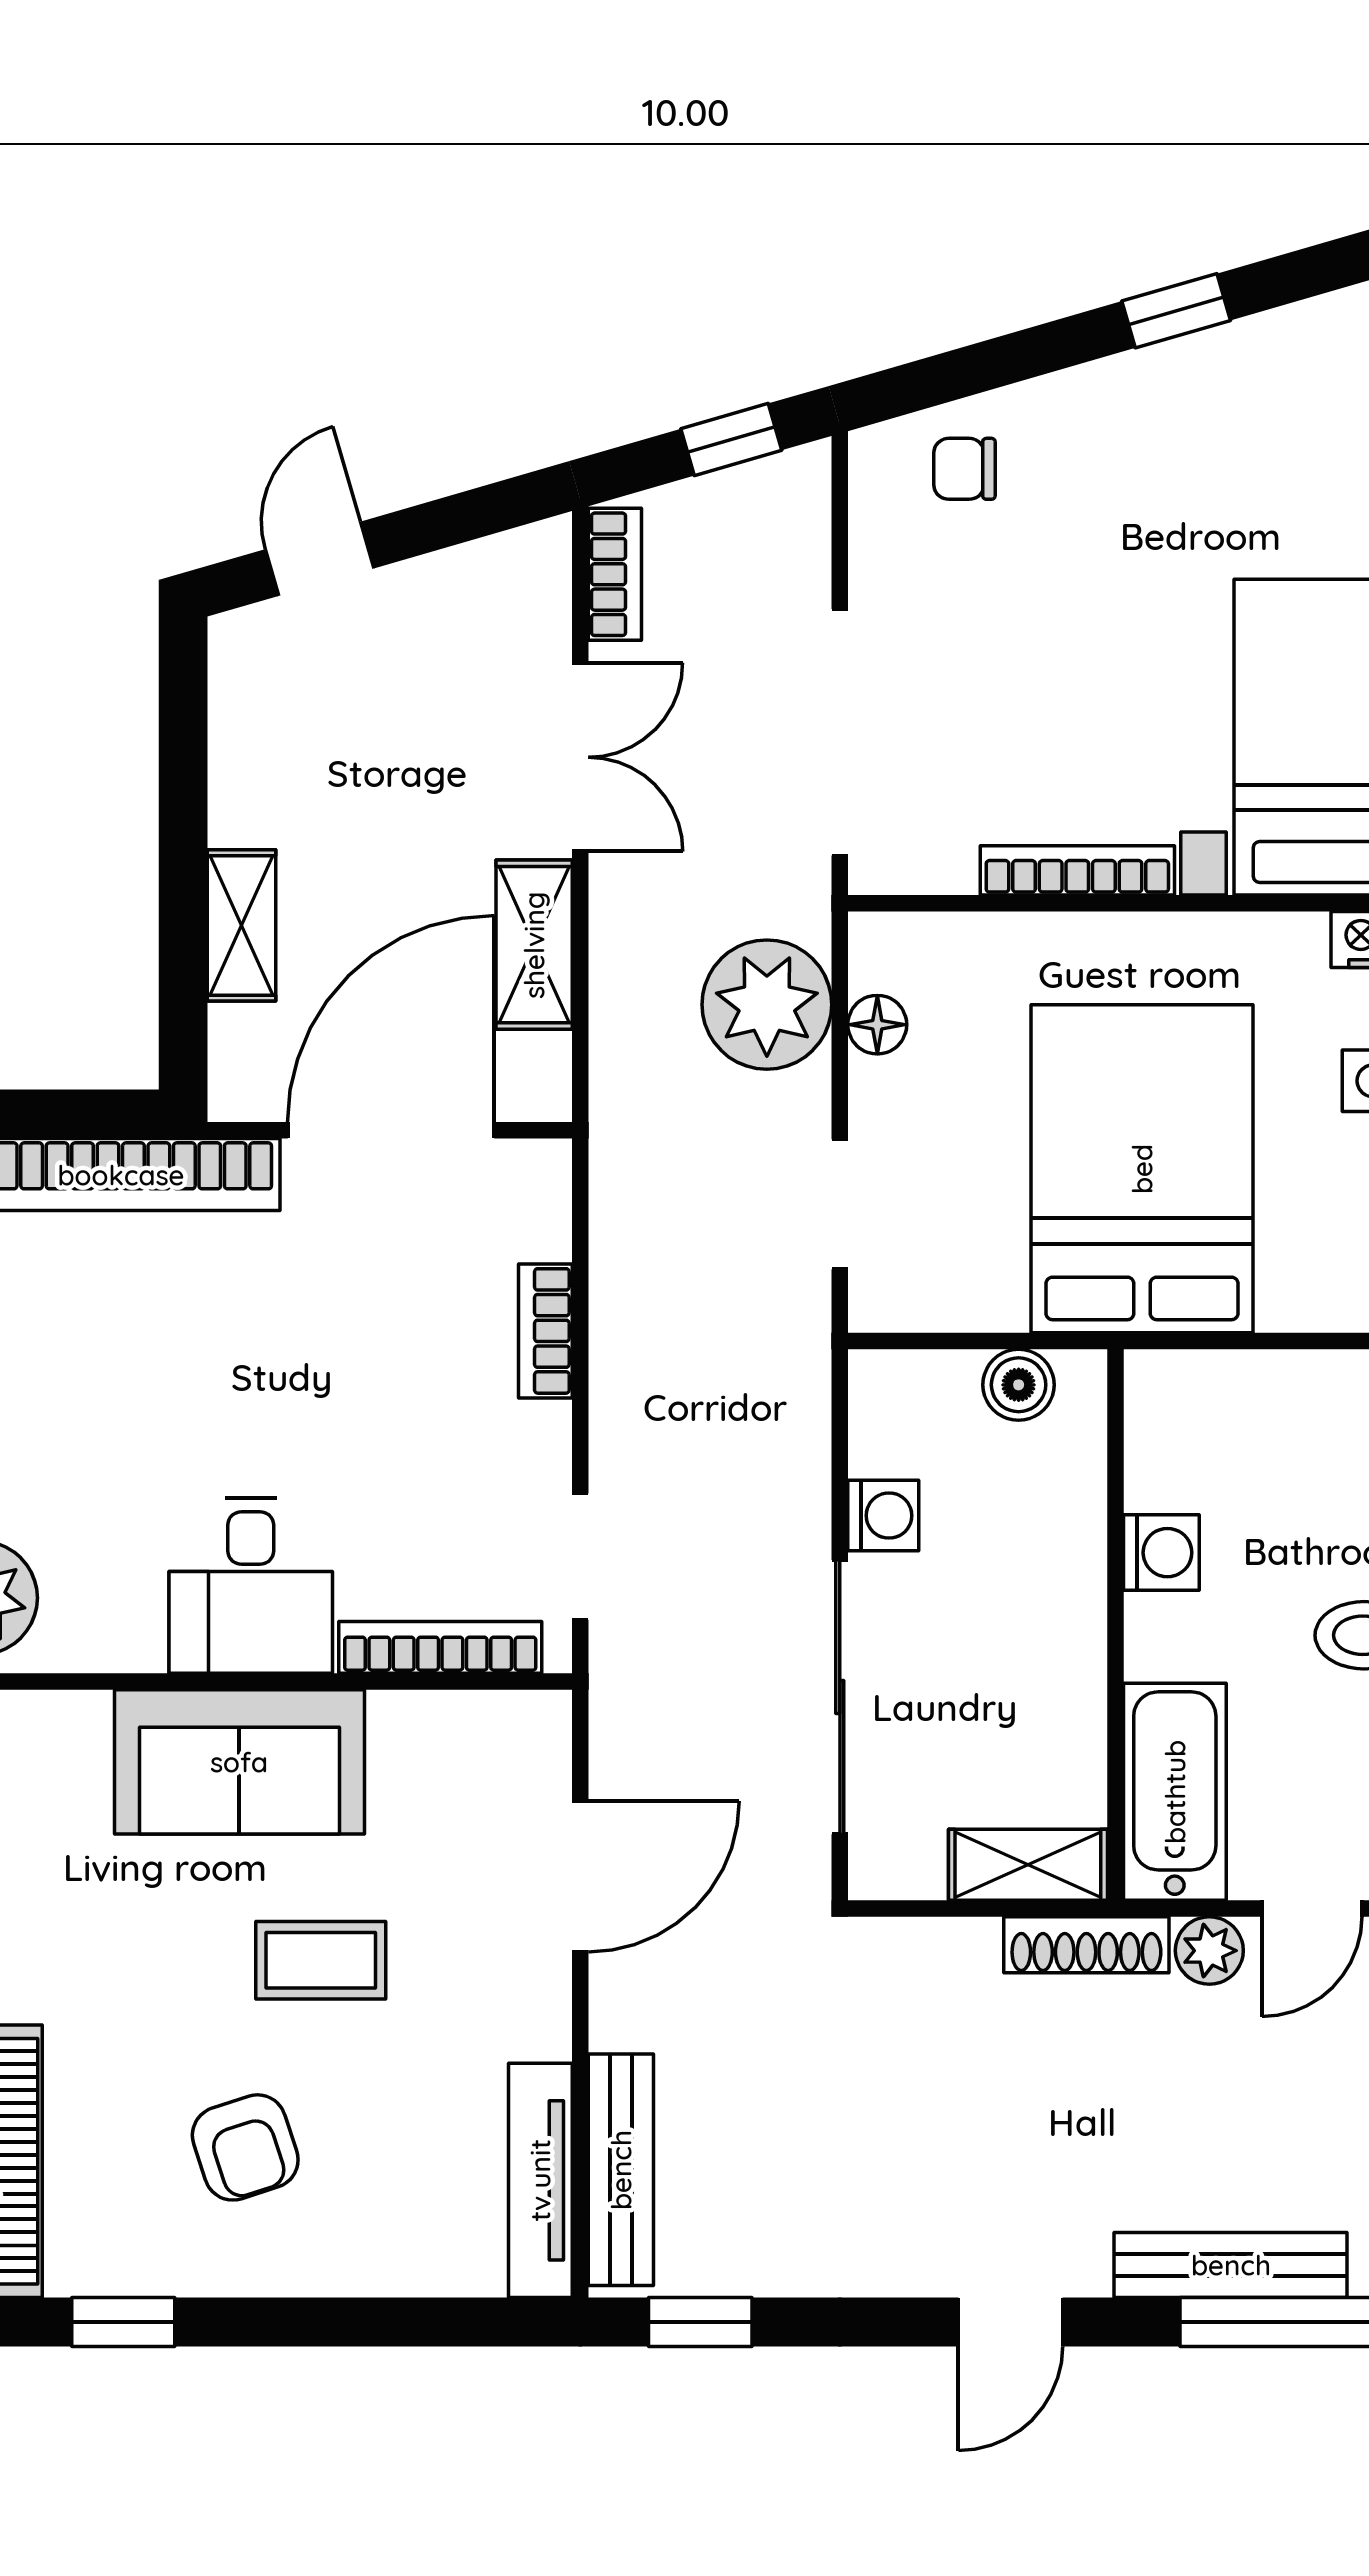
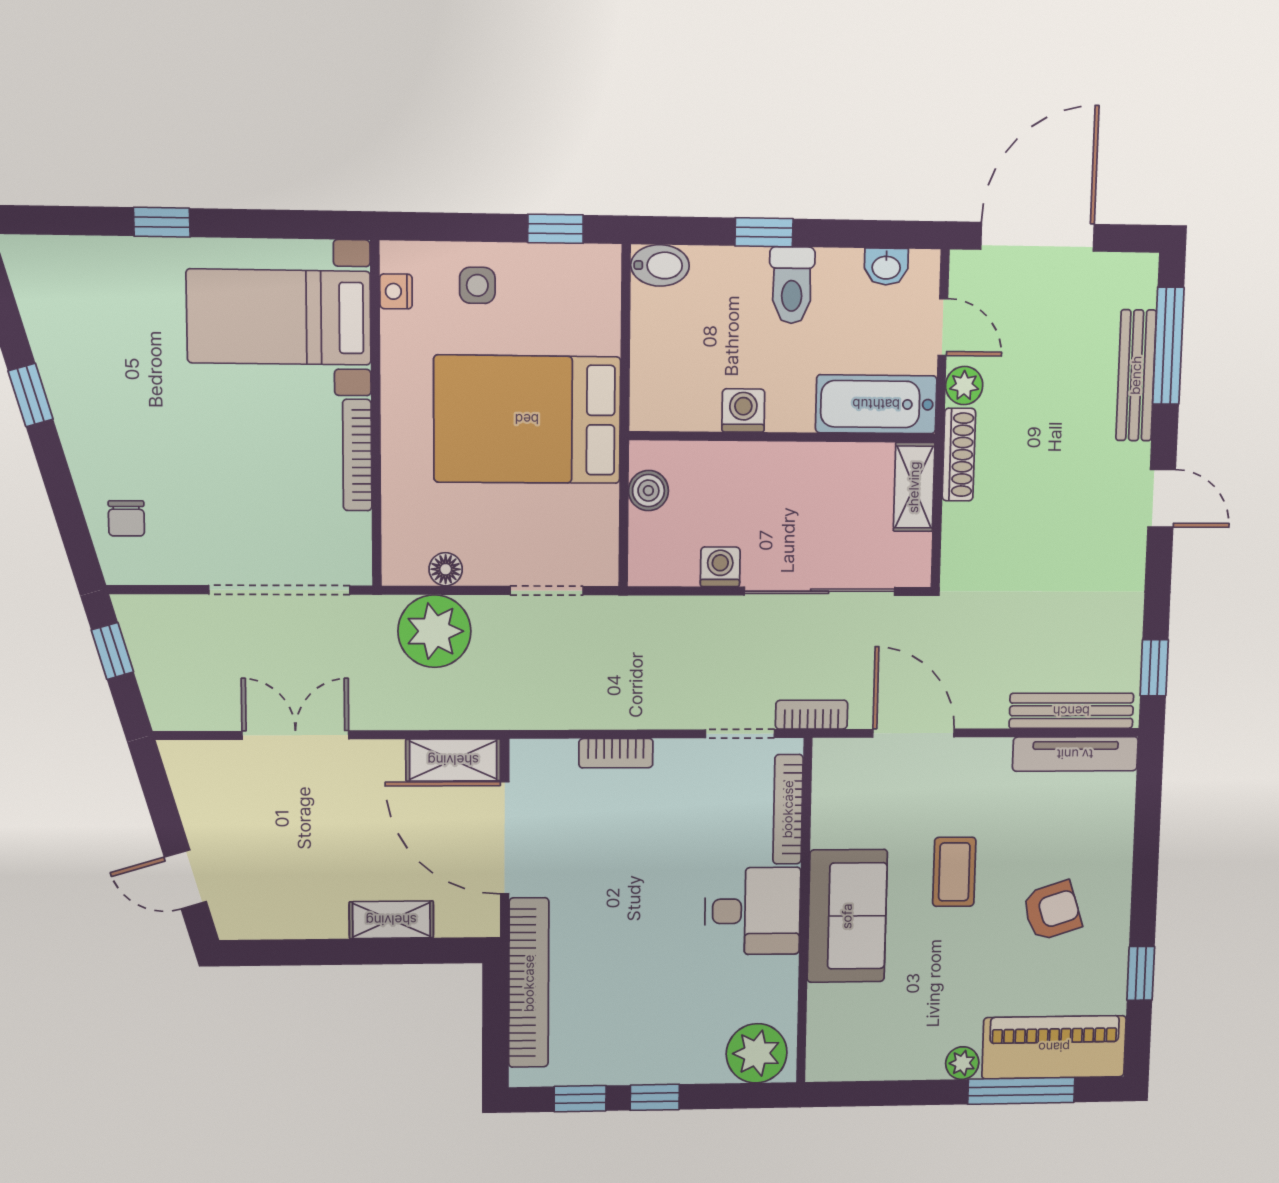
bookcase: (615, 574) -> (812, 715), moved
shelving: (534, 945) -> (453, 760), moved

